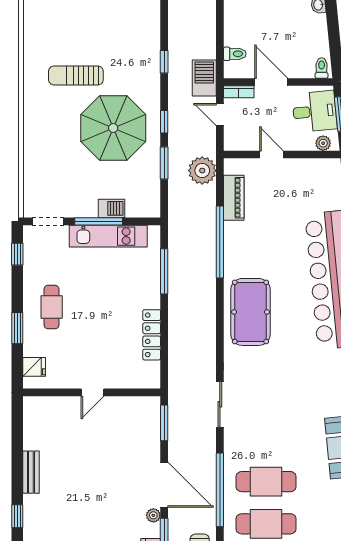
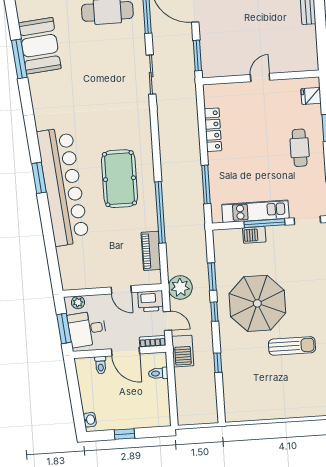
toilet: (322, 68) -> (101, 365), moved
printer: (238, 139) -> (151, 301), added
plant: (202, 171) -> (180, 287), moved
pool table: (250, 312) -> (119, 179), moved

